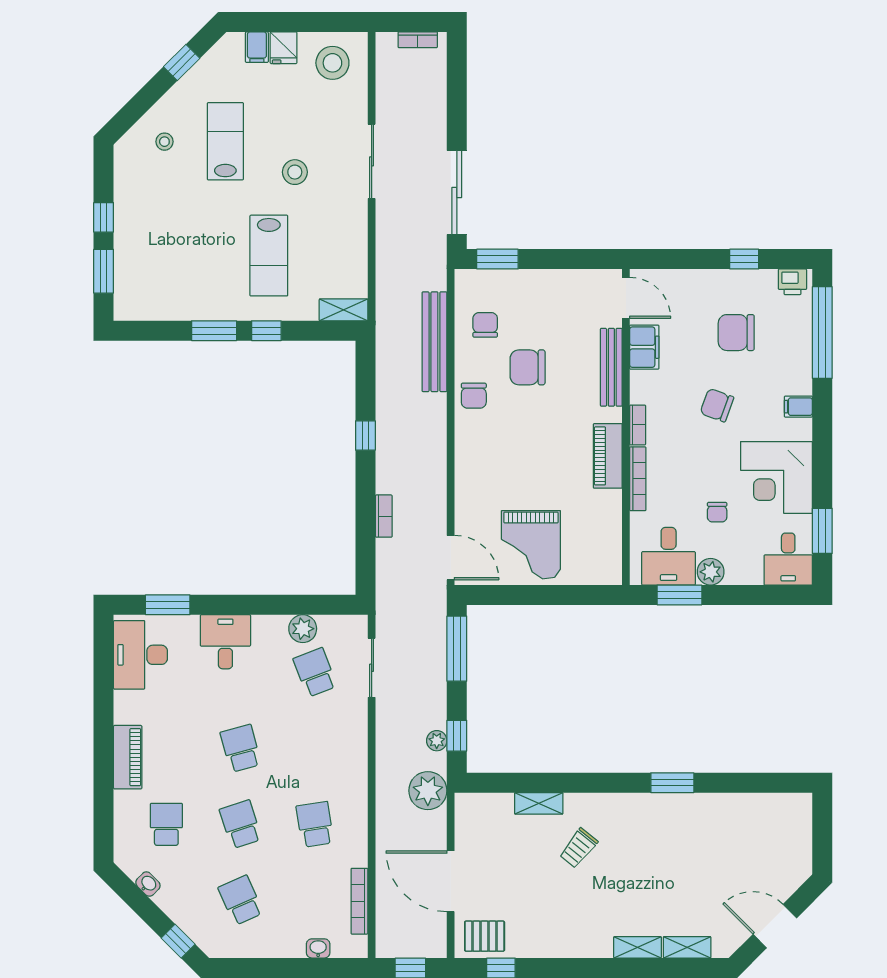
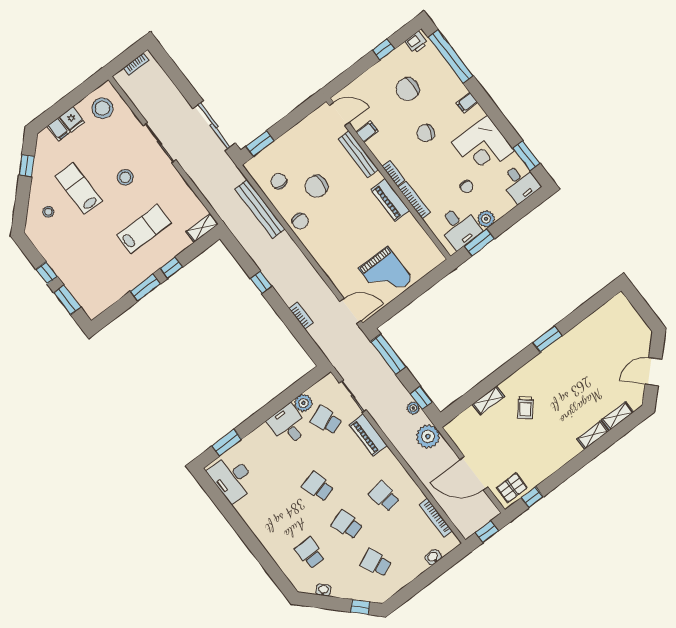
lab bench: (269, 256) -> (144, 229), turned -90
filing cabinet: (644, 347) -> (367, 132), width x0.50
desk: (225, 642) -> (288, 425), moved
piano: (128, 757) -> (368, 435), moved, turned 180

